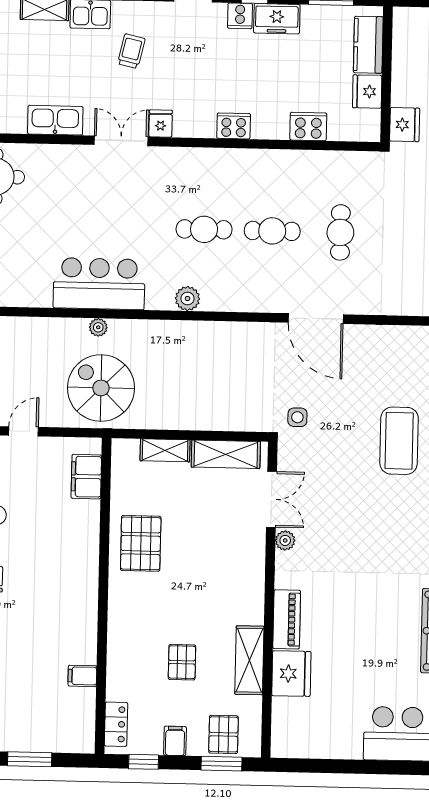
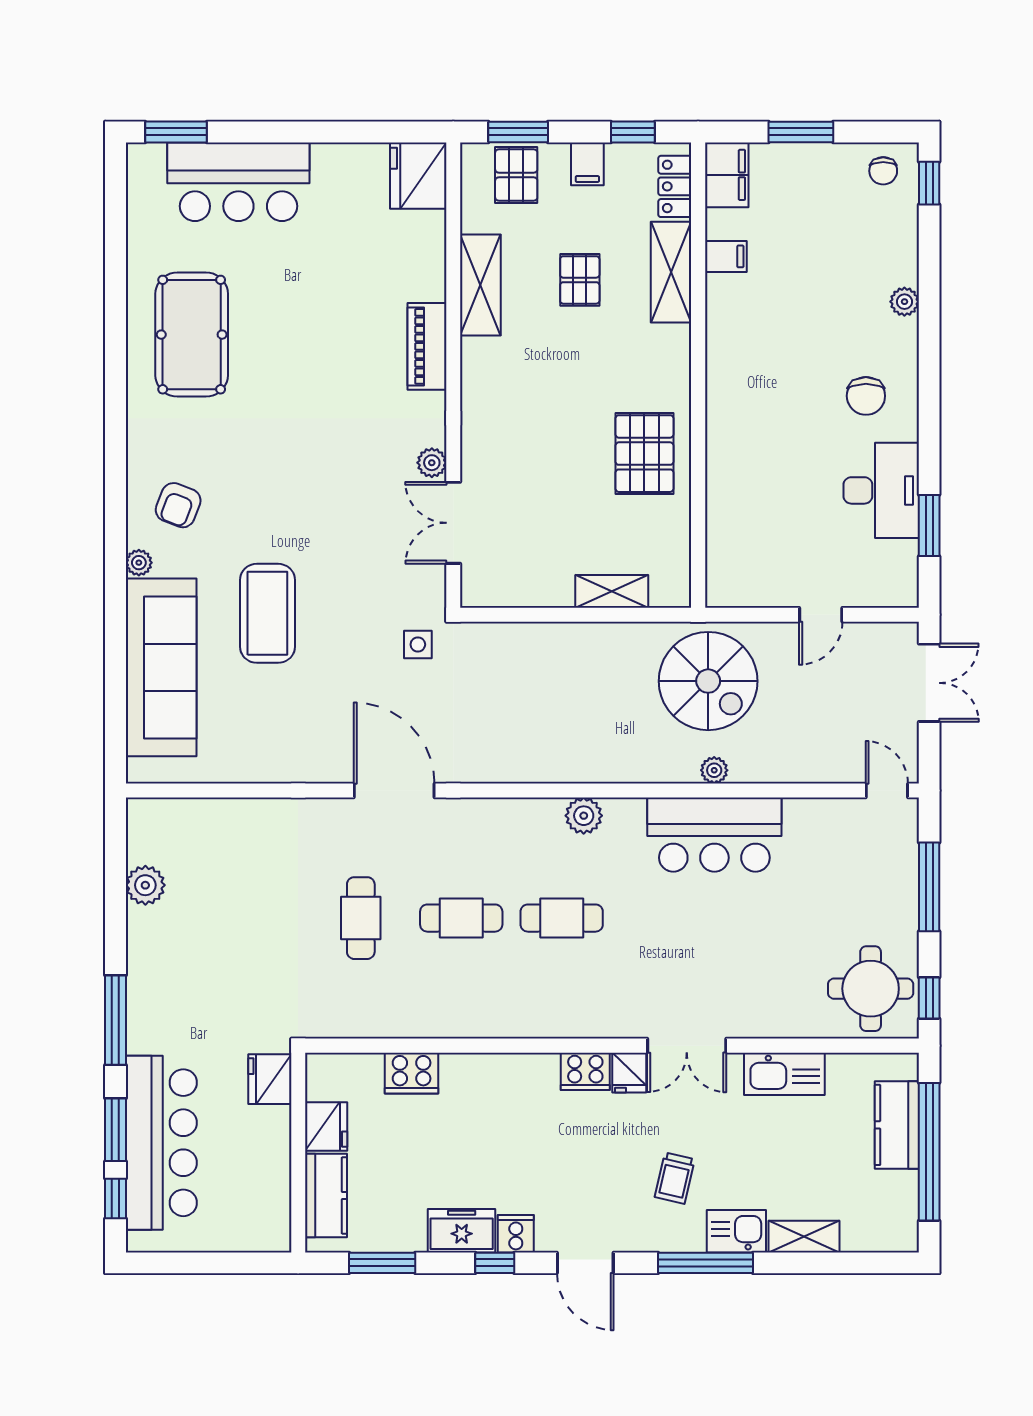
cooker: (234, 126) -> (585, 1071), moved
shelving: (226, 454) -> (671, 272), moved, turned 90
filing cabinet: (86, 477) -> (727, 175), moved
fridge: (291, 674) -> (418, 176), moved

